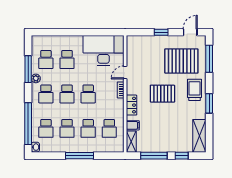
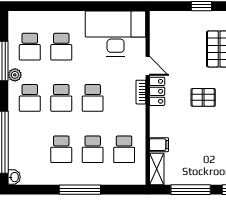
door: (125, 72) -> (148, 66), swing flipped
pallet: (162, 94) -> (203, 97), width x0.67, depth x0.71
locker: (131, 105) -> (157, 91), moved
school desk: (46, 128) -> (30, 149), removed

